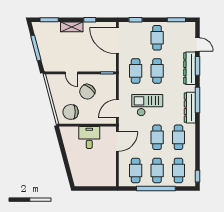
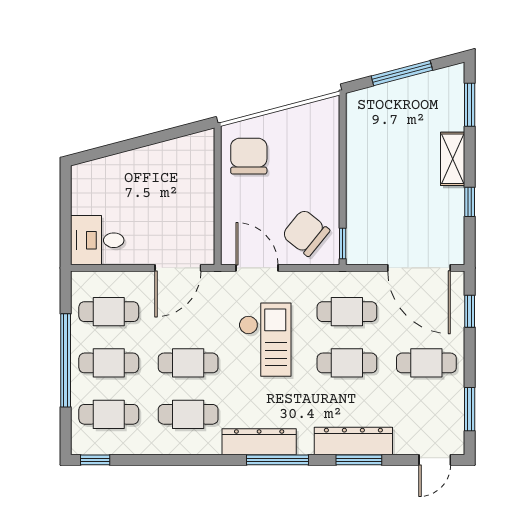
door: (117, 41) -> (419, 268), swing flipped
door: (198, 44) -> (435, 460), moved
door: (71, 73) -> (343, 158), removed
chair: (87, 92) -> (306, 233), moved
desk: (89, 137) -> (97, 240), moved, turned 180
door: (117, 142) -> (178, 268), hinge flipped

